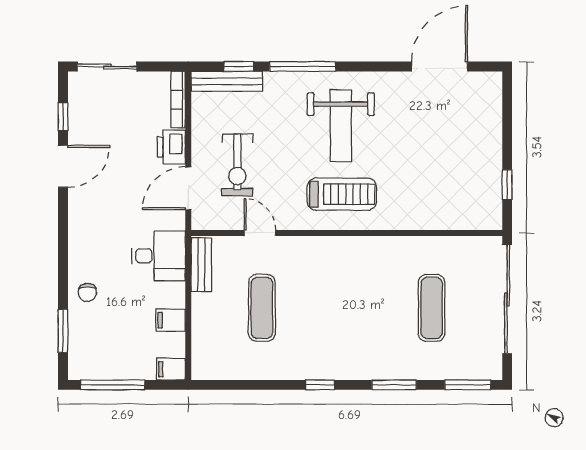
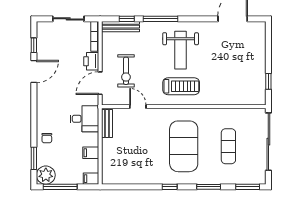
sliding door: (107, 66) -> (68, 19), moved
exercise mat: (262, 308) -> (184, 146), moved, width x2.00, depth x1.45
plant: (85, 362) -> (46, 175), added

